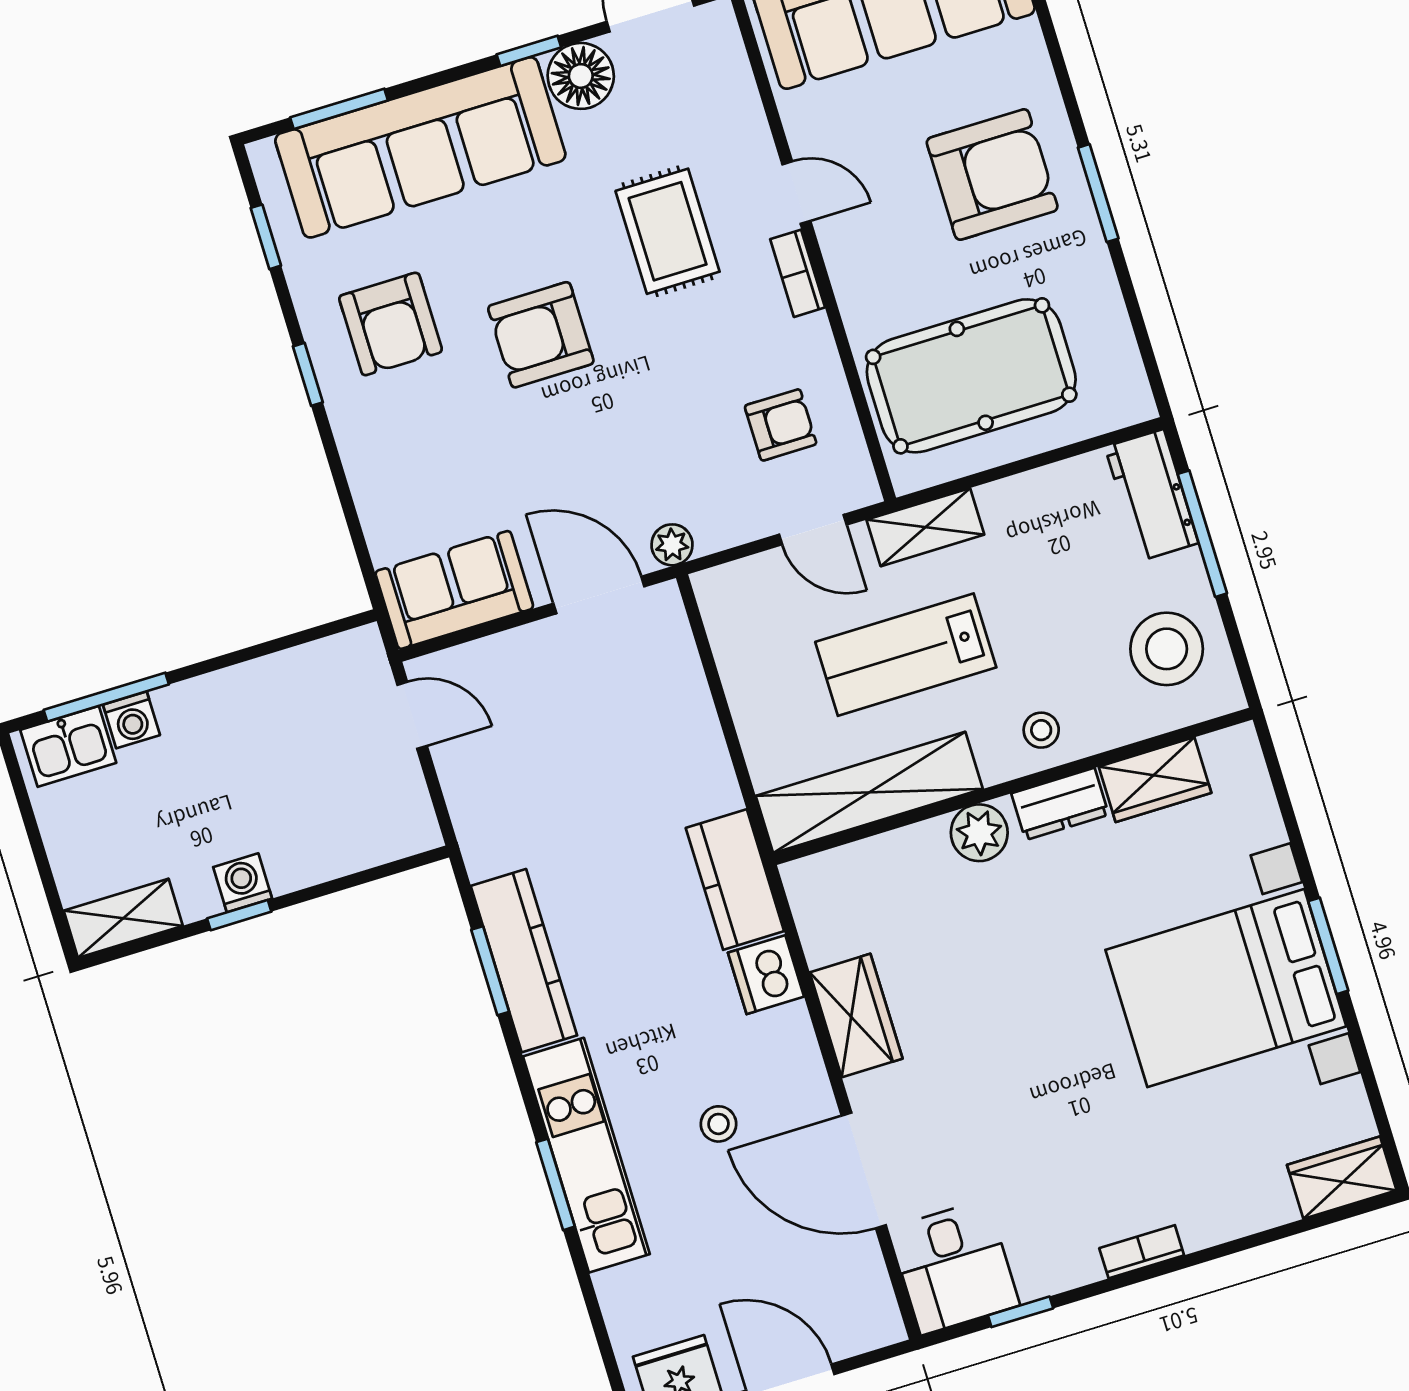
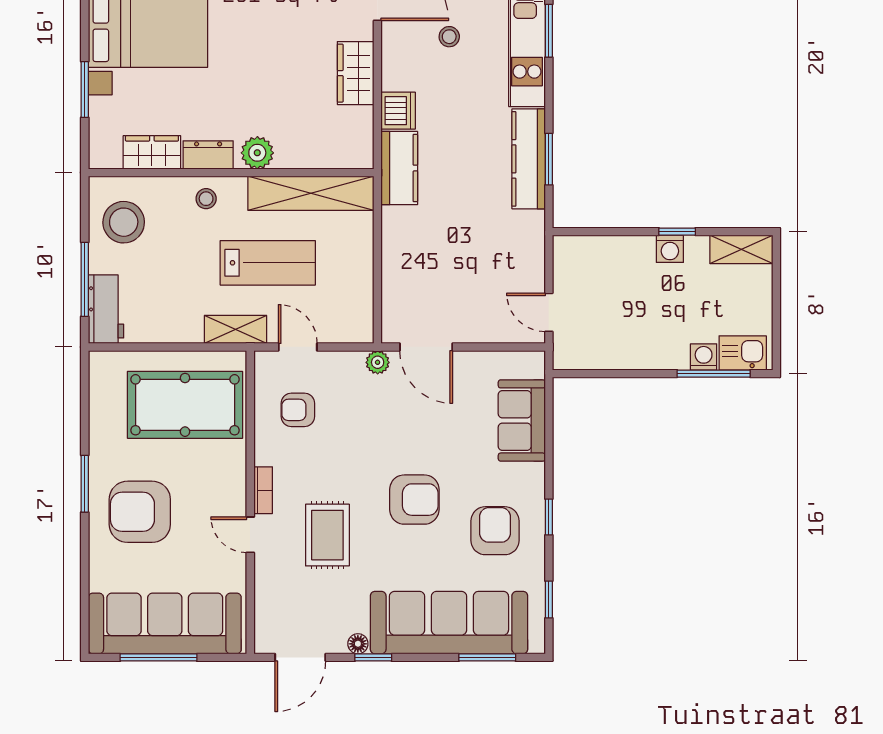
floor lamp: (581, 76) -> (358, 644), width x0.53, depth x0.53
sofa: (454, 590) -> (522, 420), moved, turned 90
window: (1328, 946) -> (85, 90), moved

